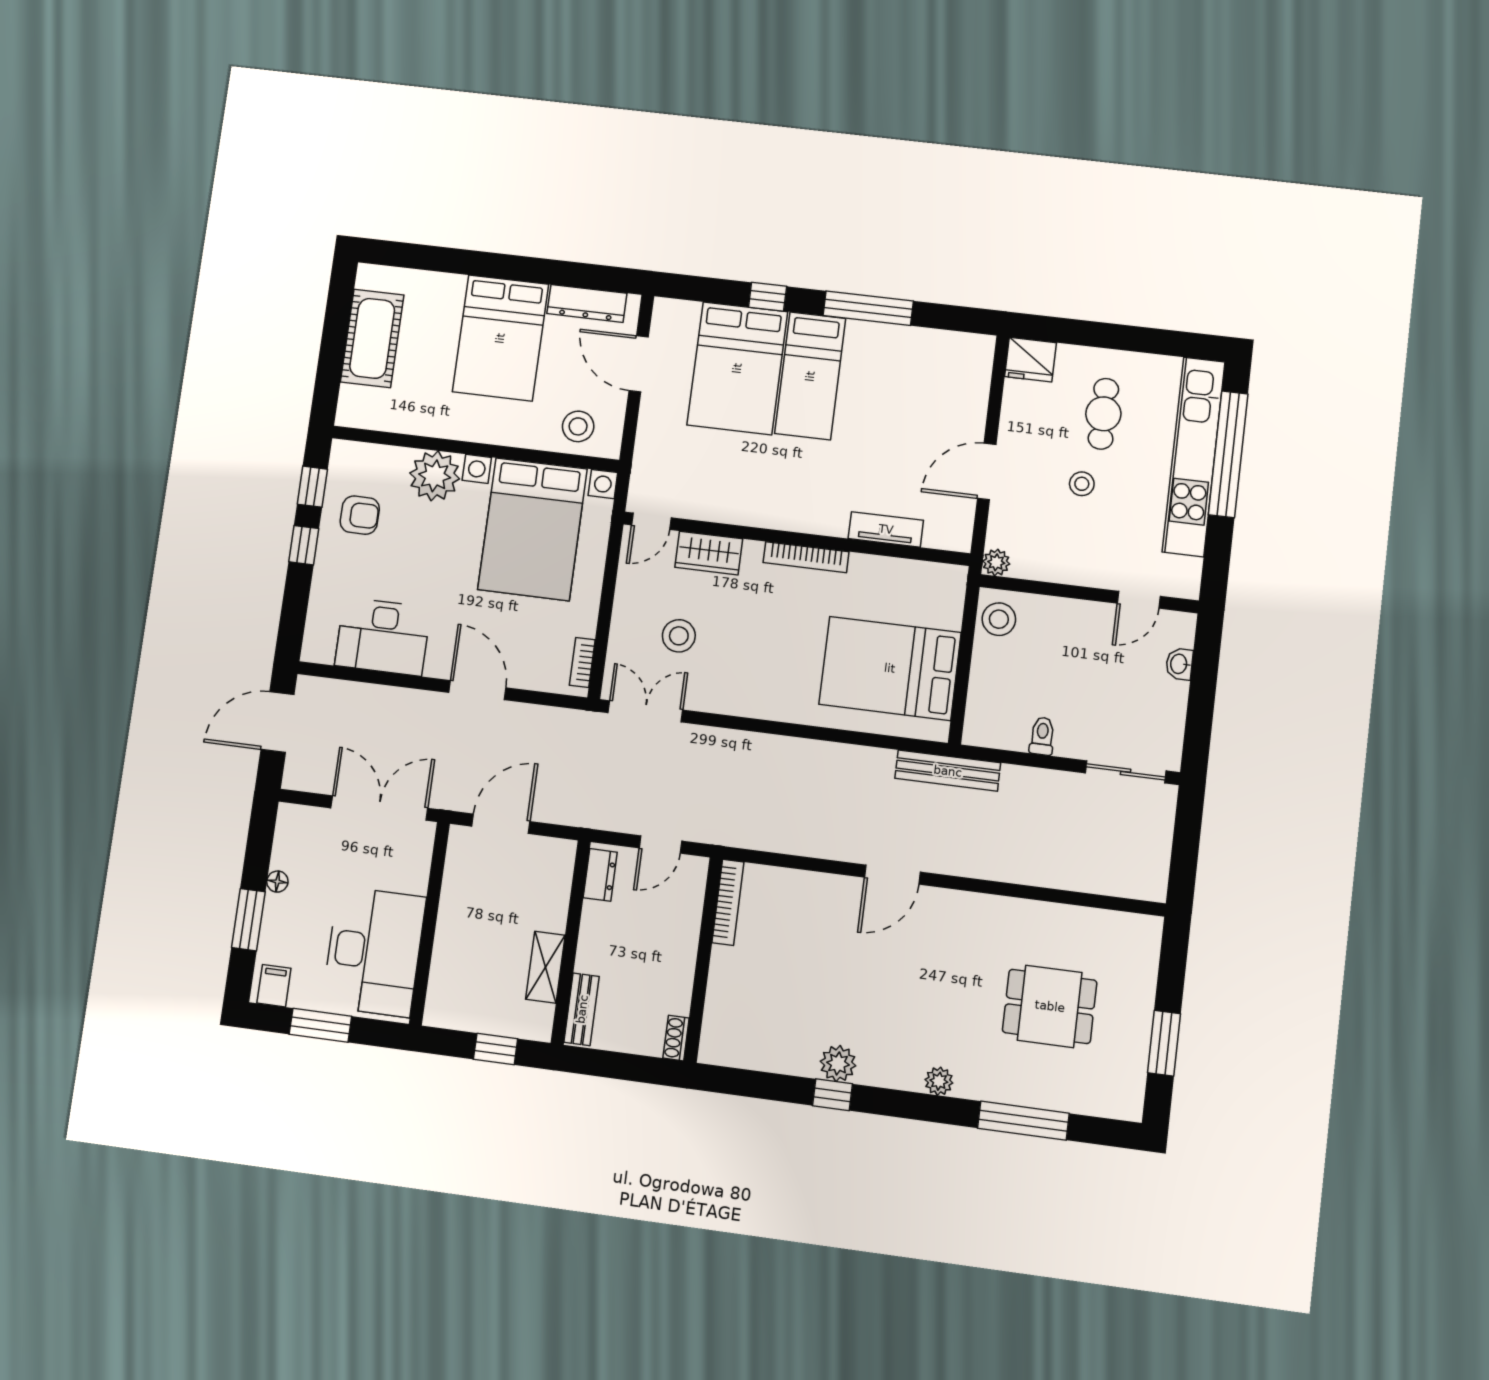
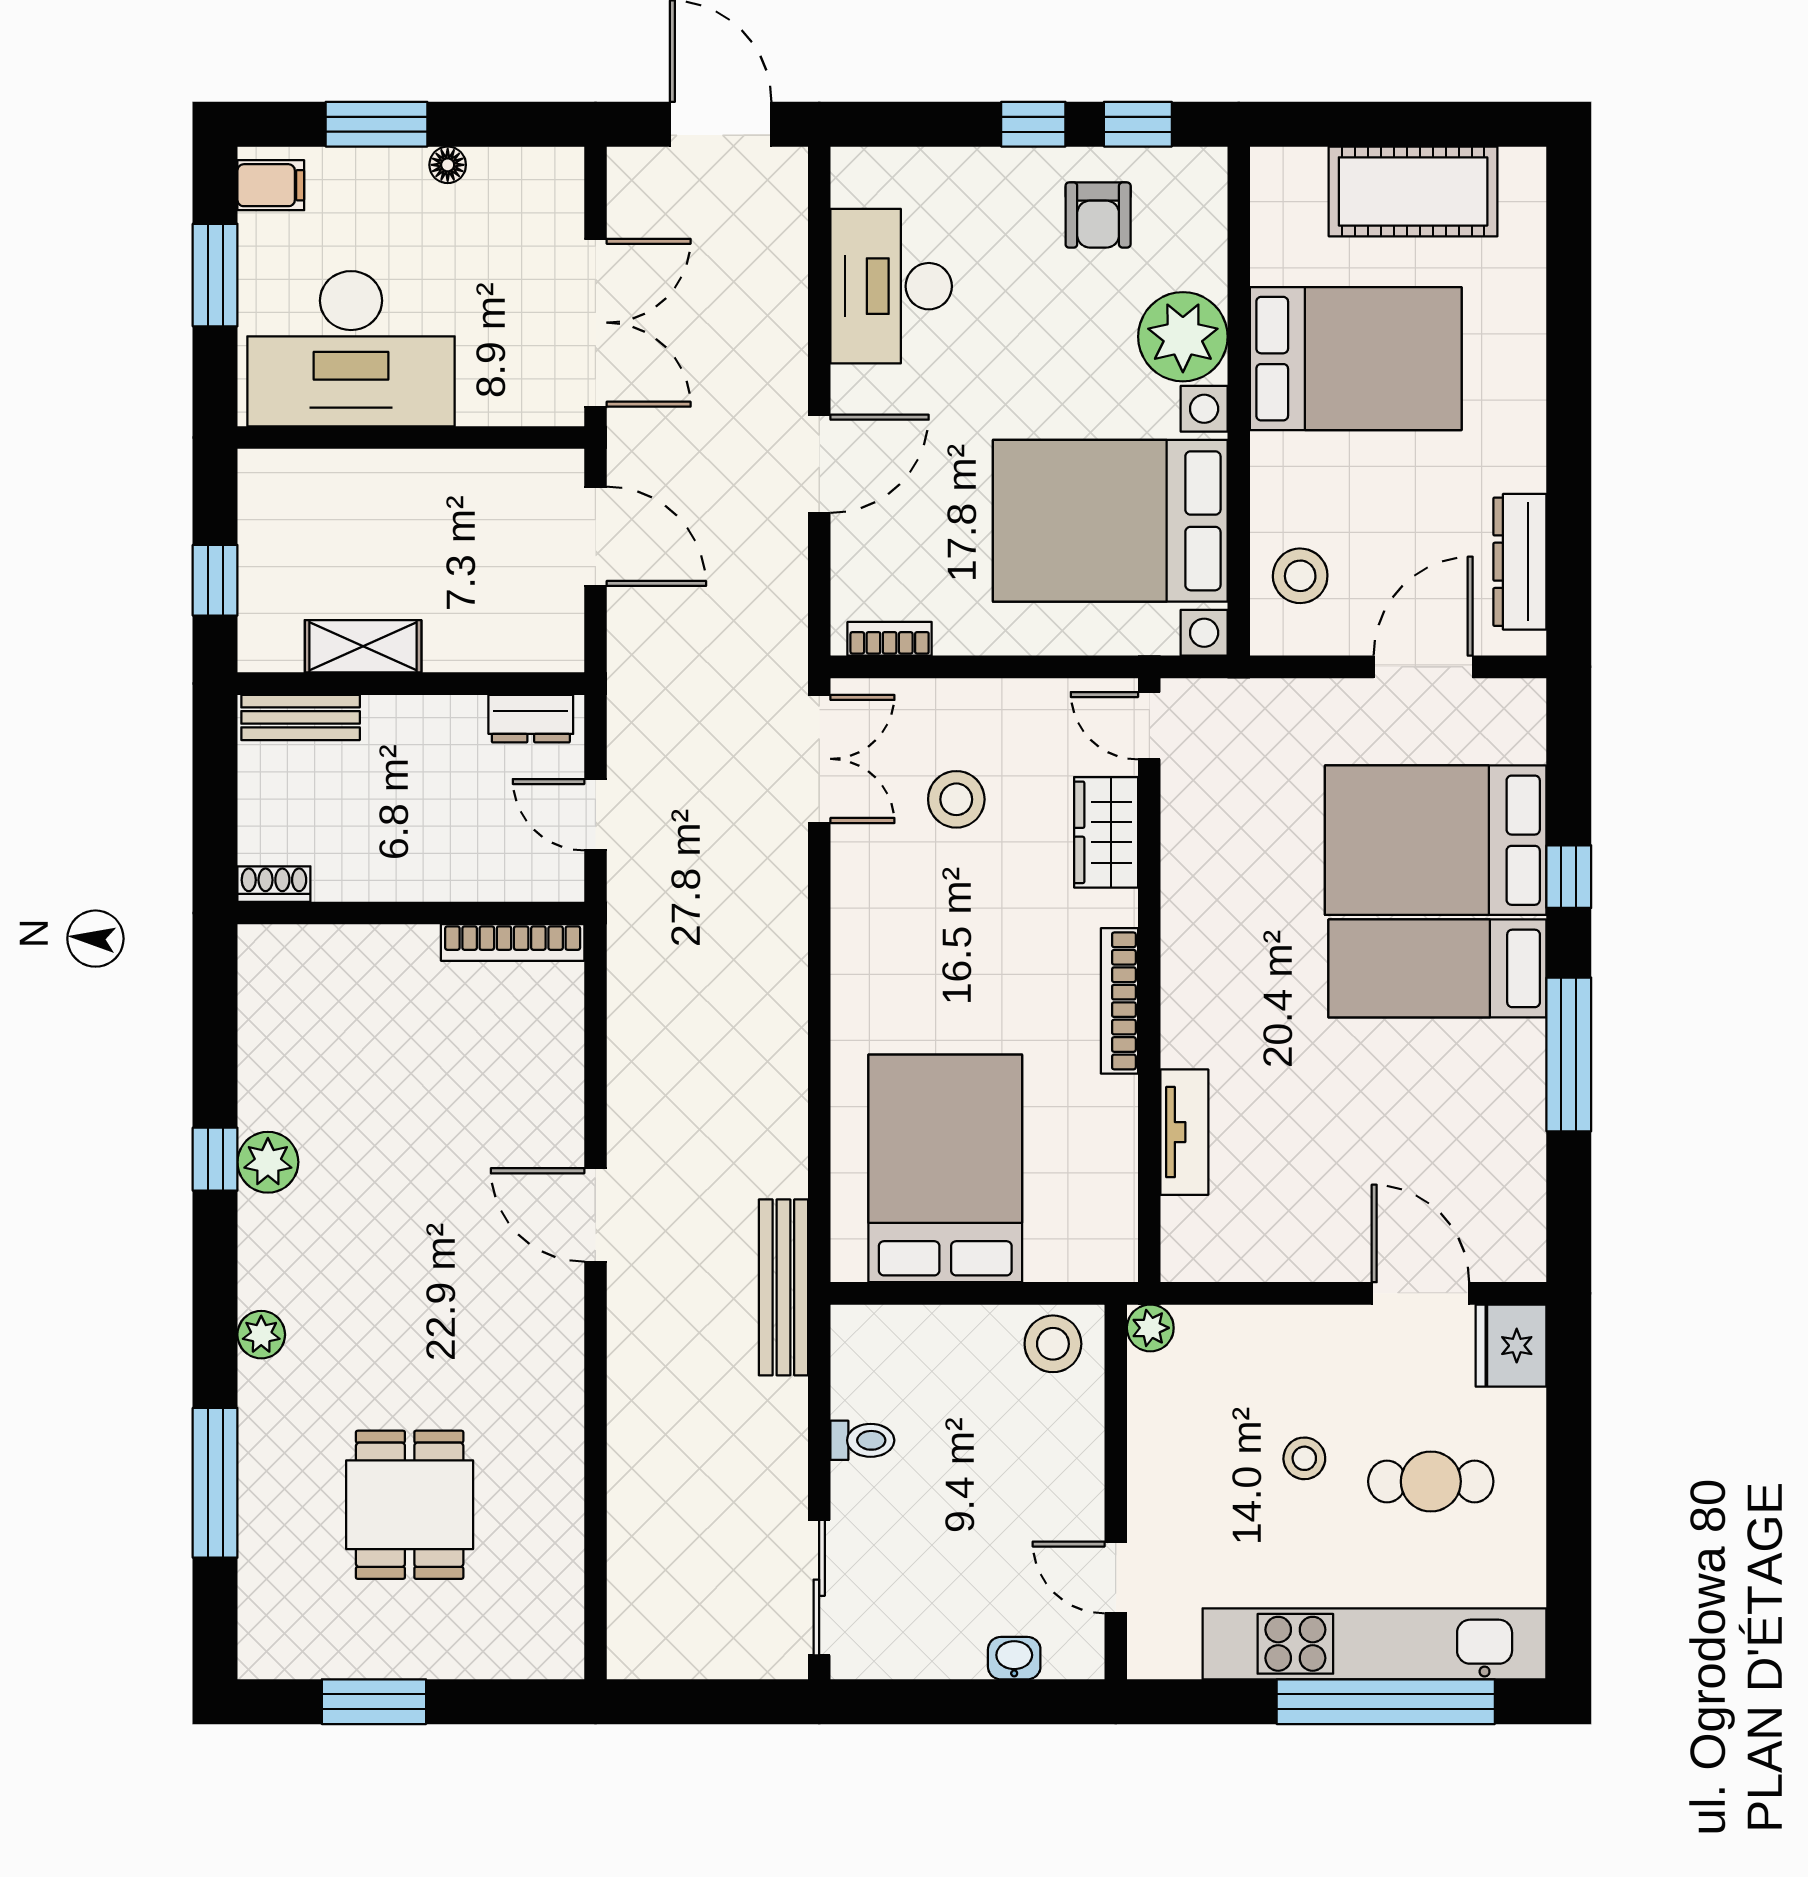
bed: (500, 338) -> (1356, 359), moved, turned 180
door: (987, 471) -> (1420, 1293), moved

